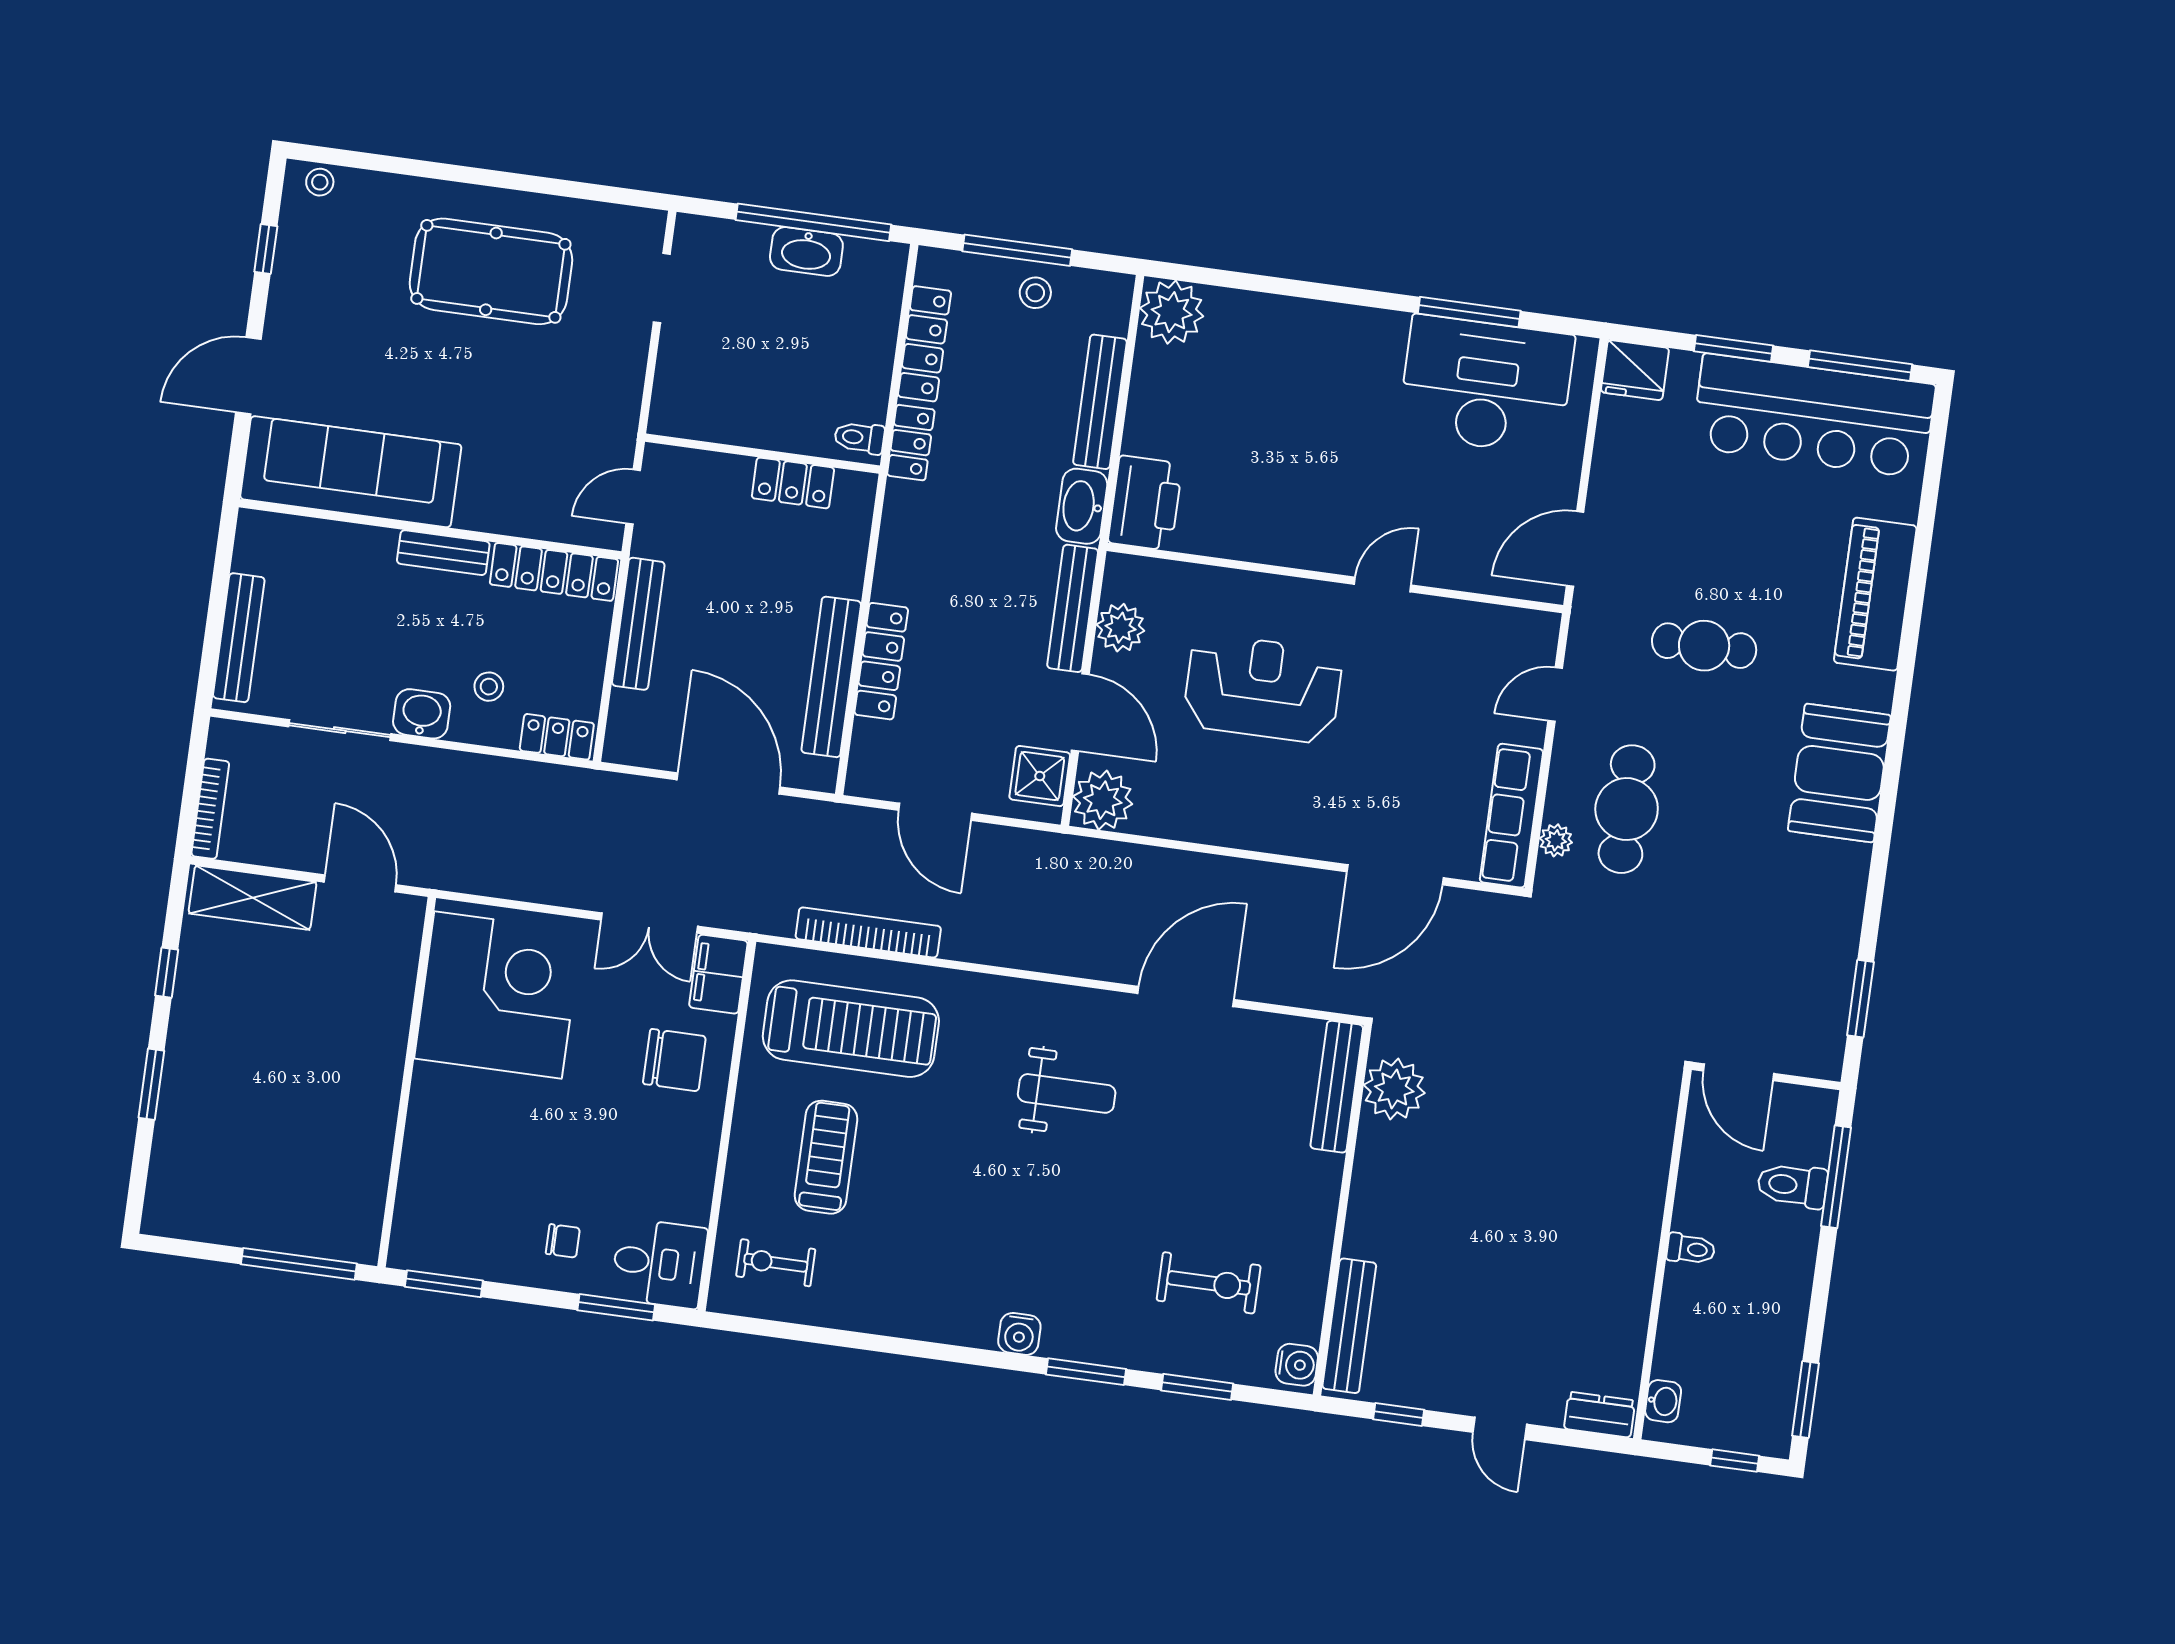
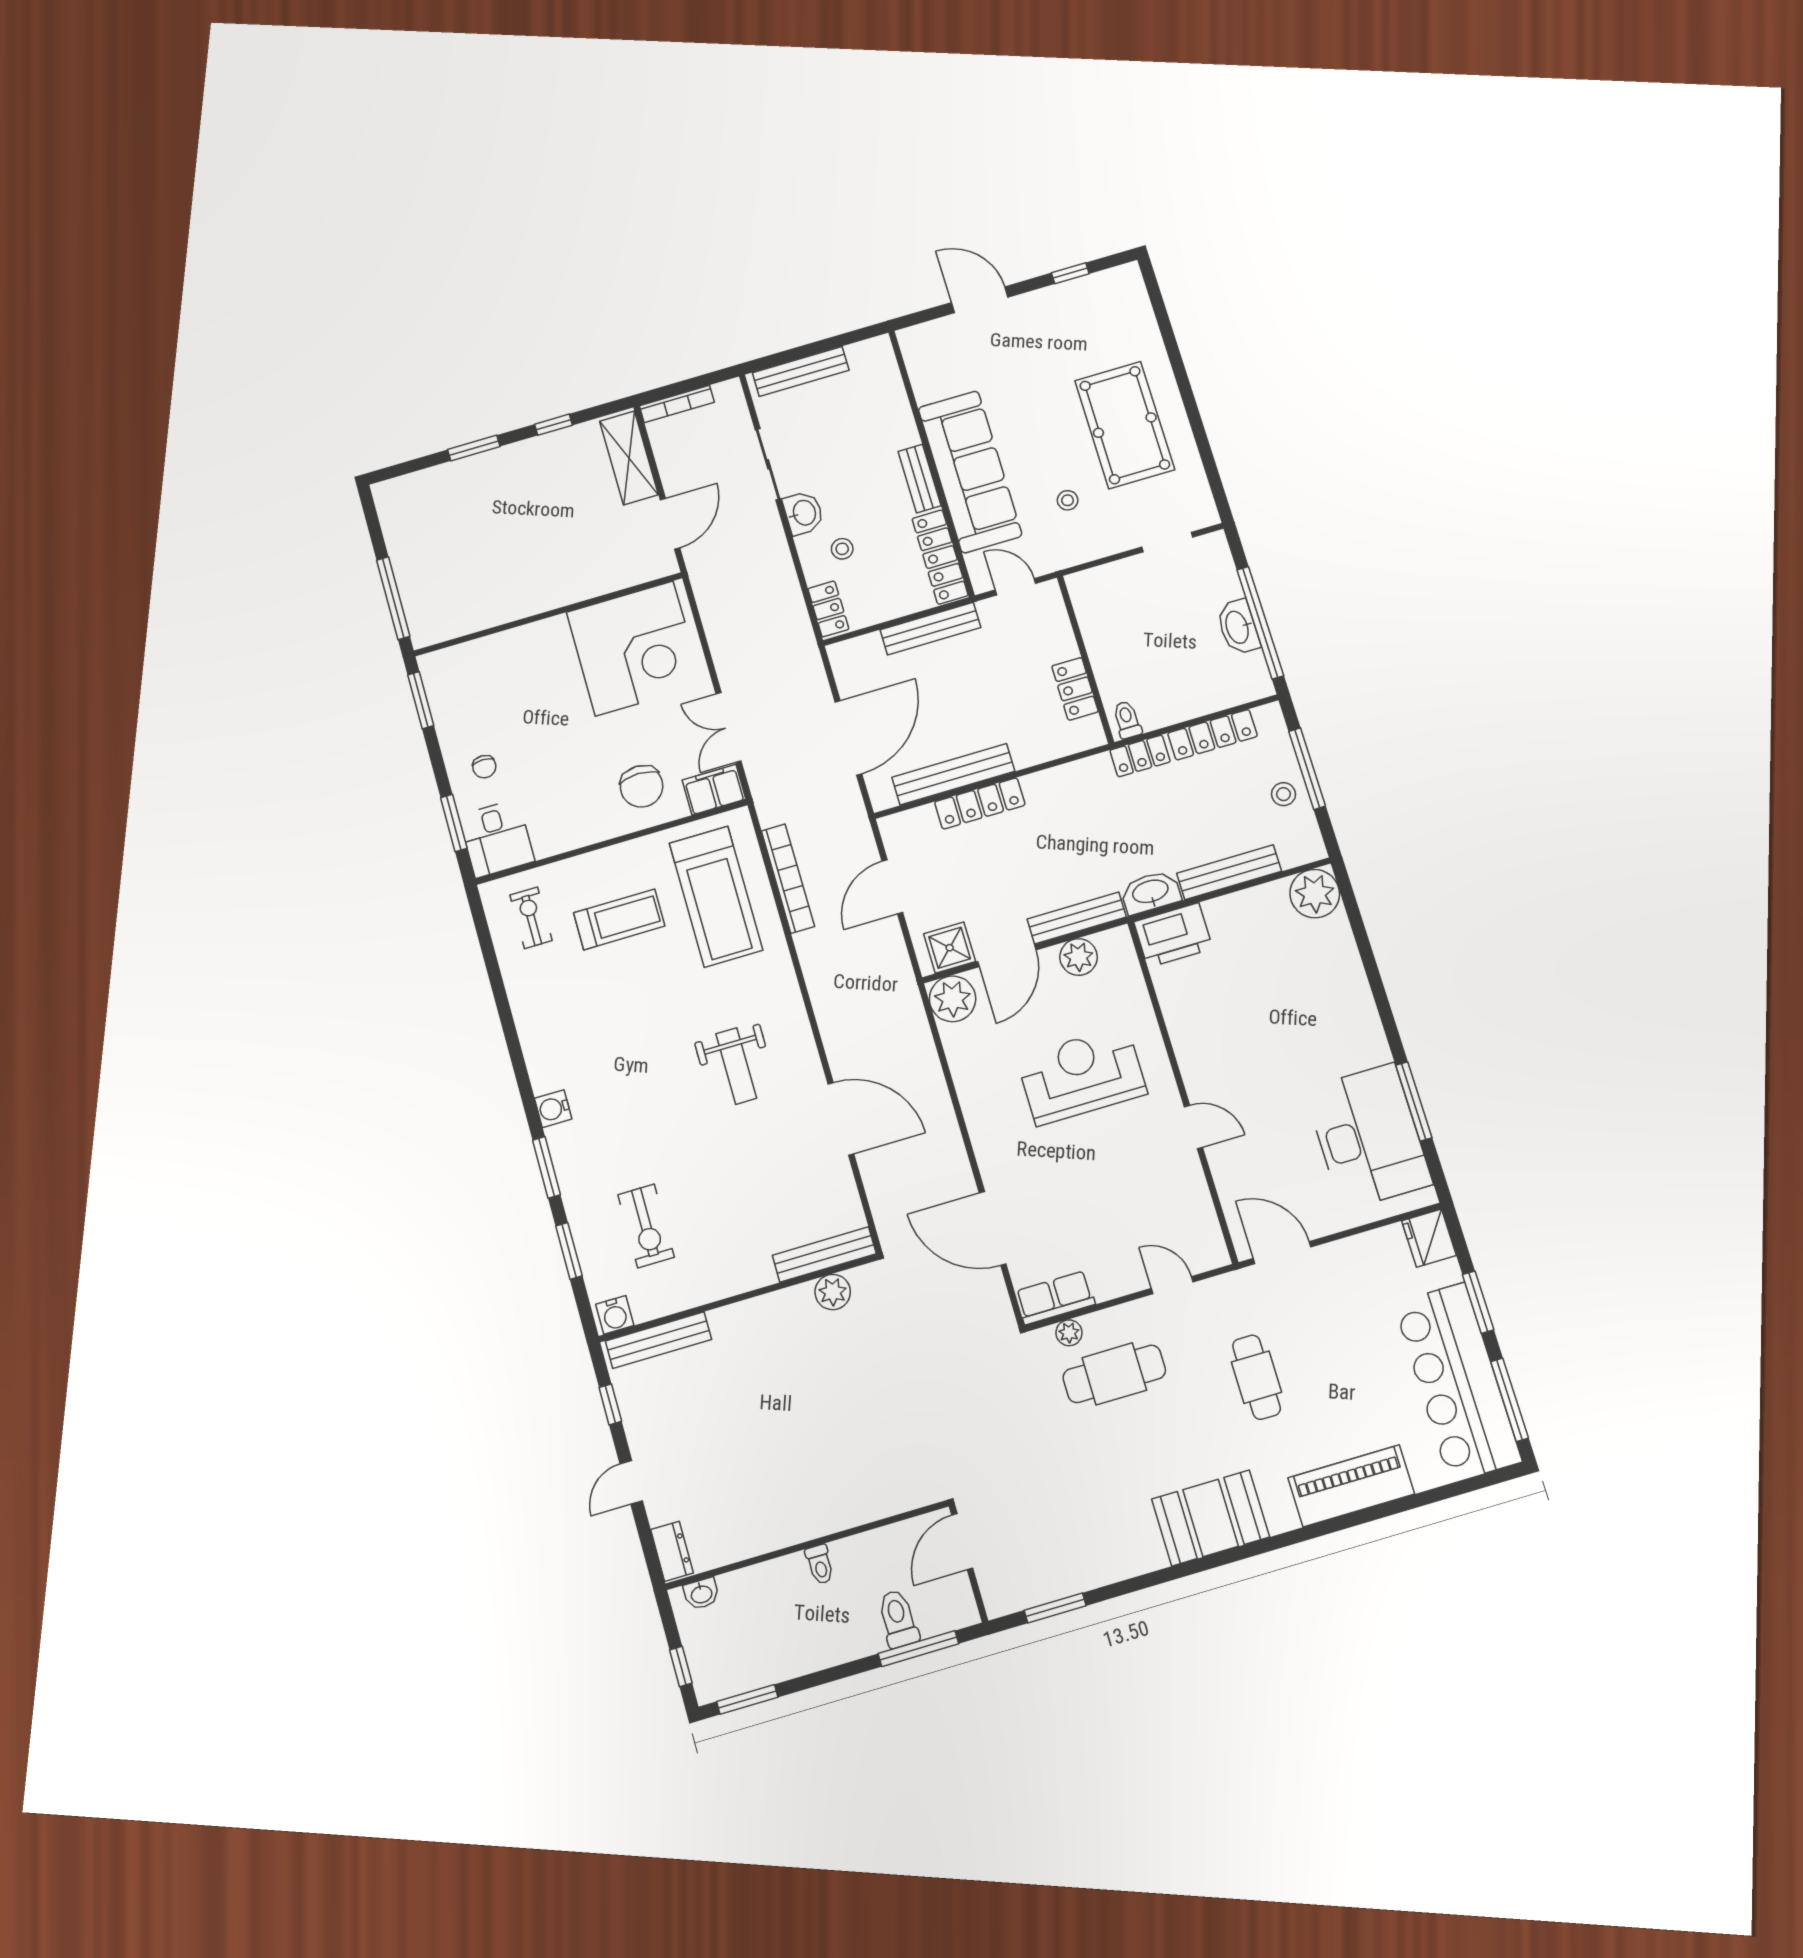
stool: (320, 182) -> (1068, 500), moved
sofa: (351, 472) -> (970, 472), moved
reception desk: (1263, 688) -> (1082, 1075), turned -90
row of seats: (1511, 816) -> (1055, 1298), width x0.68
plant: (1394, 1089) -> (833, 1292), width x0.73, depth x0.73

